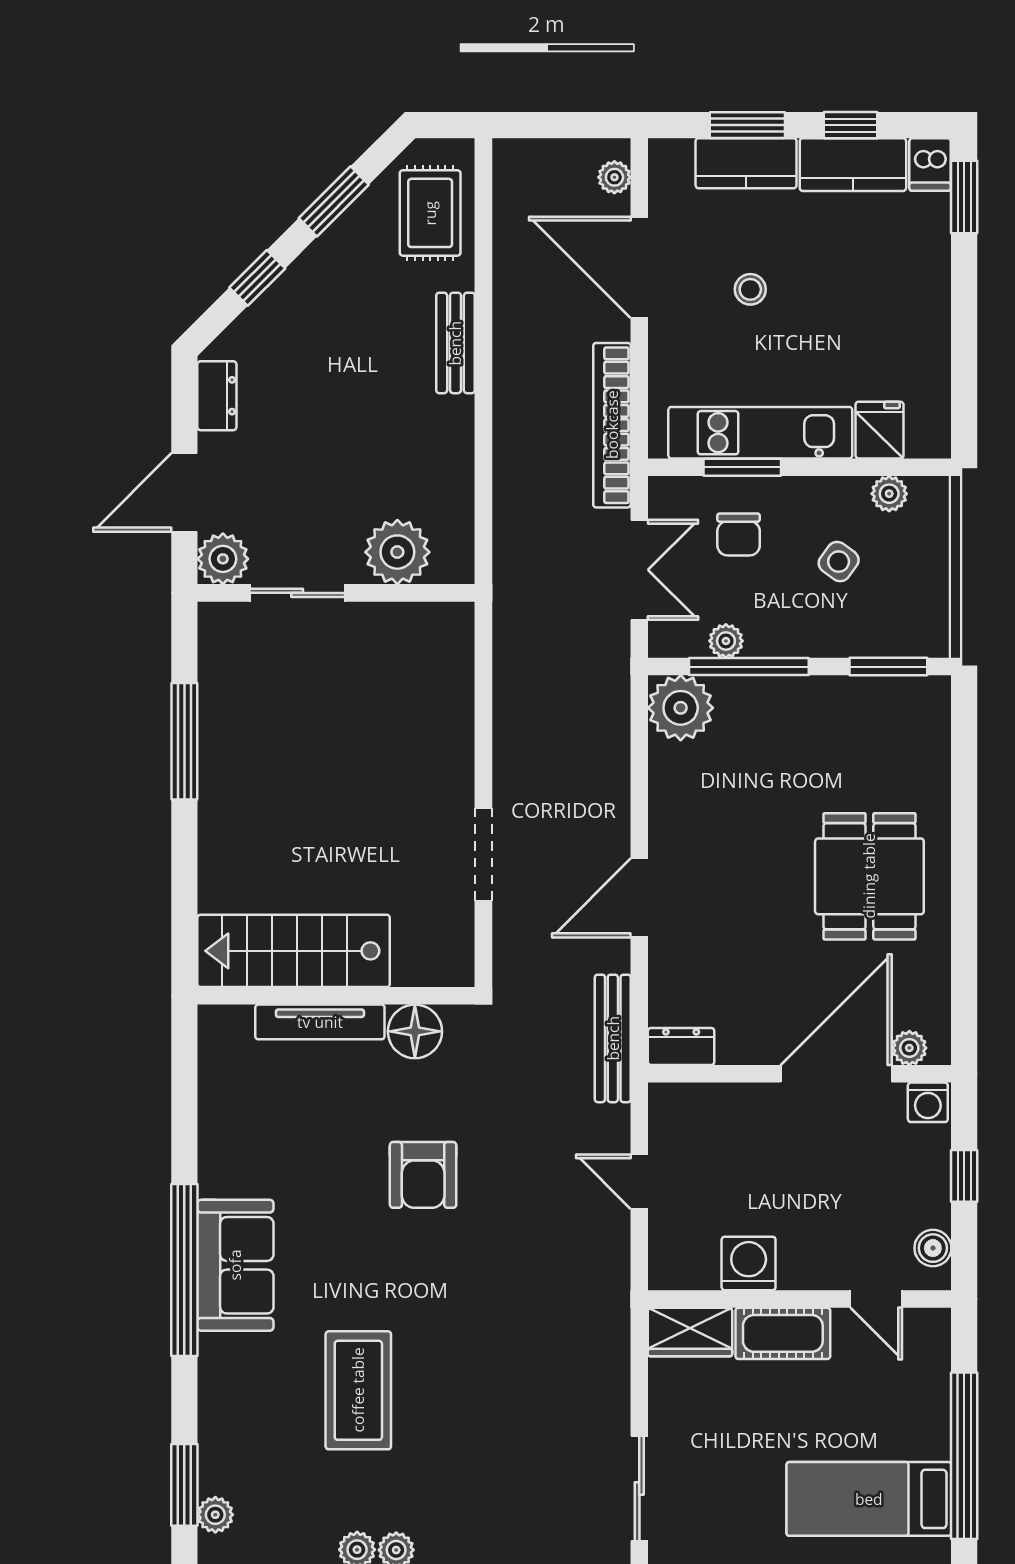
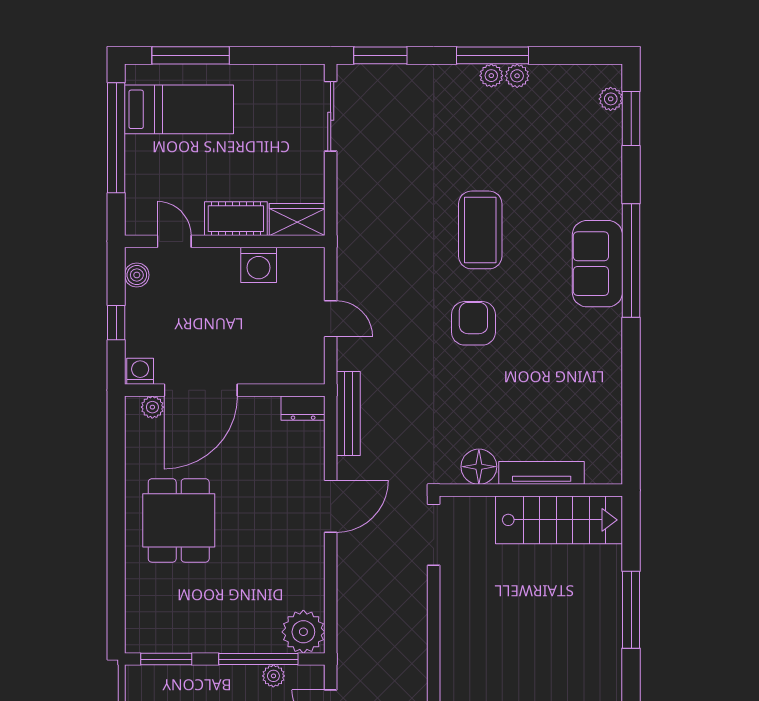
stairs: (294, 951) -> (559, 520), moved
wall: (336, 996) -> (531, 490), moved
tv unit: (320, 1022) -> (542, 473), moved
floor lamp: (415, 1031) -> (479, 467), moved
coffee table: (358, 1390) -> (480, 230), moved

